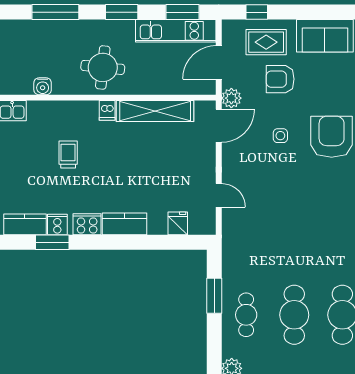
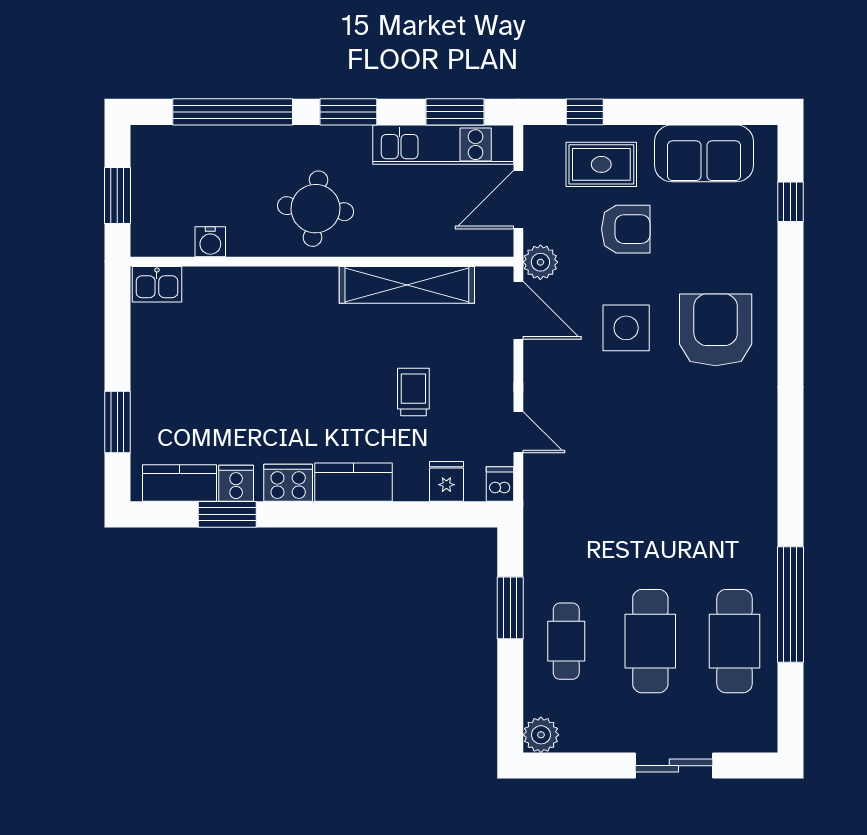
window: (55, 12) -> (233, 112), width x1.46
armchair: (280, 79) -> (626, 229), turned 180
dishwasher: (107, 110) -> (500, 484), moved, turned 180
door: (219, 126) -> (518, 310), hinge flipped
side table: (280, 136) -> (626, 328), width x1.87, depth x1.87
trolley: (68, 154) -> (413, 392), moved

